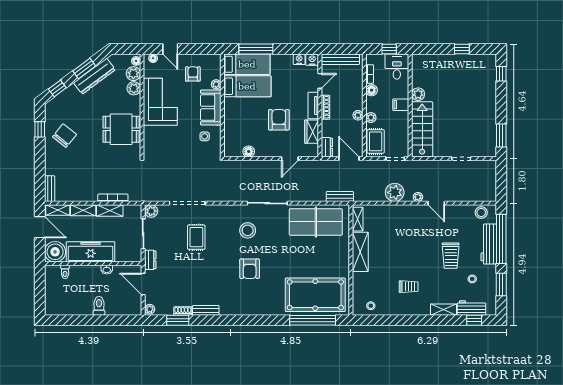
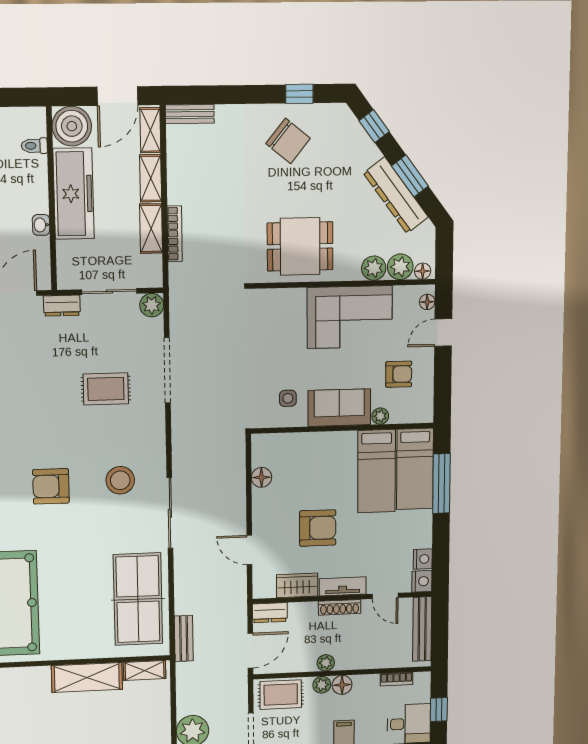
floor lamp: (372, 90) -> (342, 685), moved
dining table: (121, 129) -> (300, 246), turned 90

